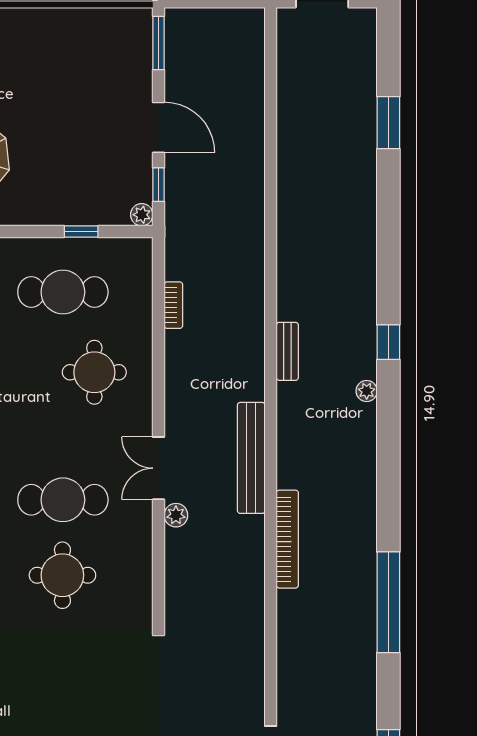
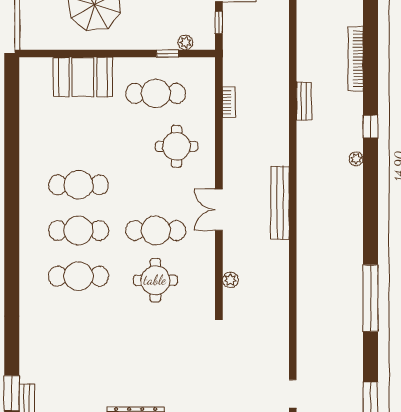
plant: (142, 215) -> (185, 42), moved
bench: (287, 351) -> (304, 101), moved
plant: (176, 515) -> (230, 280), moved
bookcase: (287, 539) -> (356, 59), moved, turned 180

